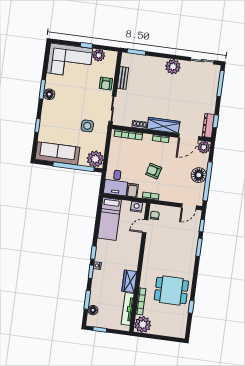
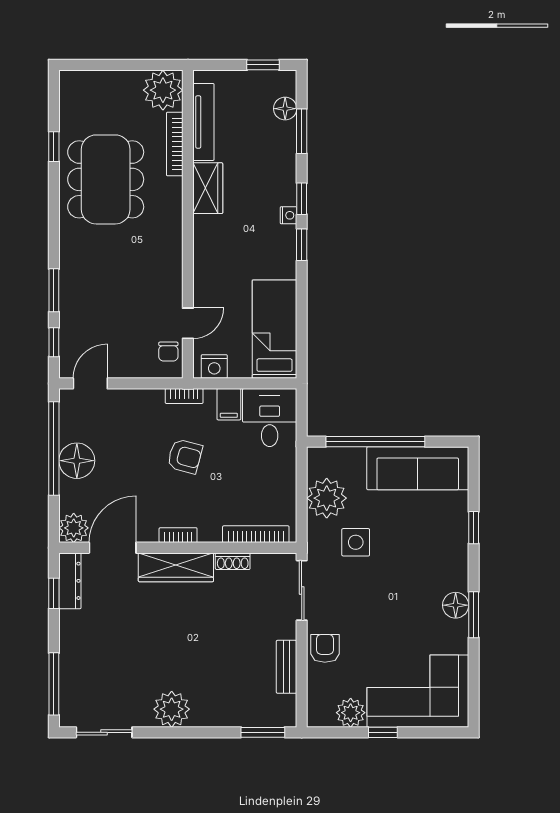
plant: (95, 159) -> (327, 498), moved
dining table: (171, 290) -> (106, 179), width x1.37

